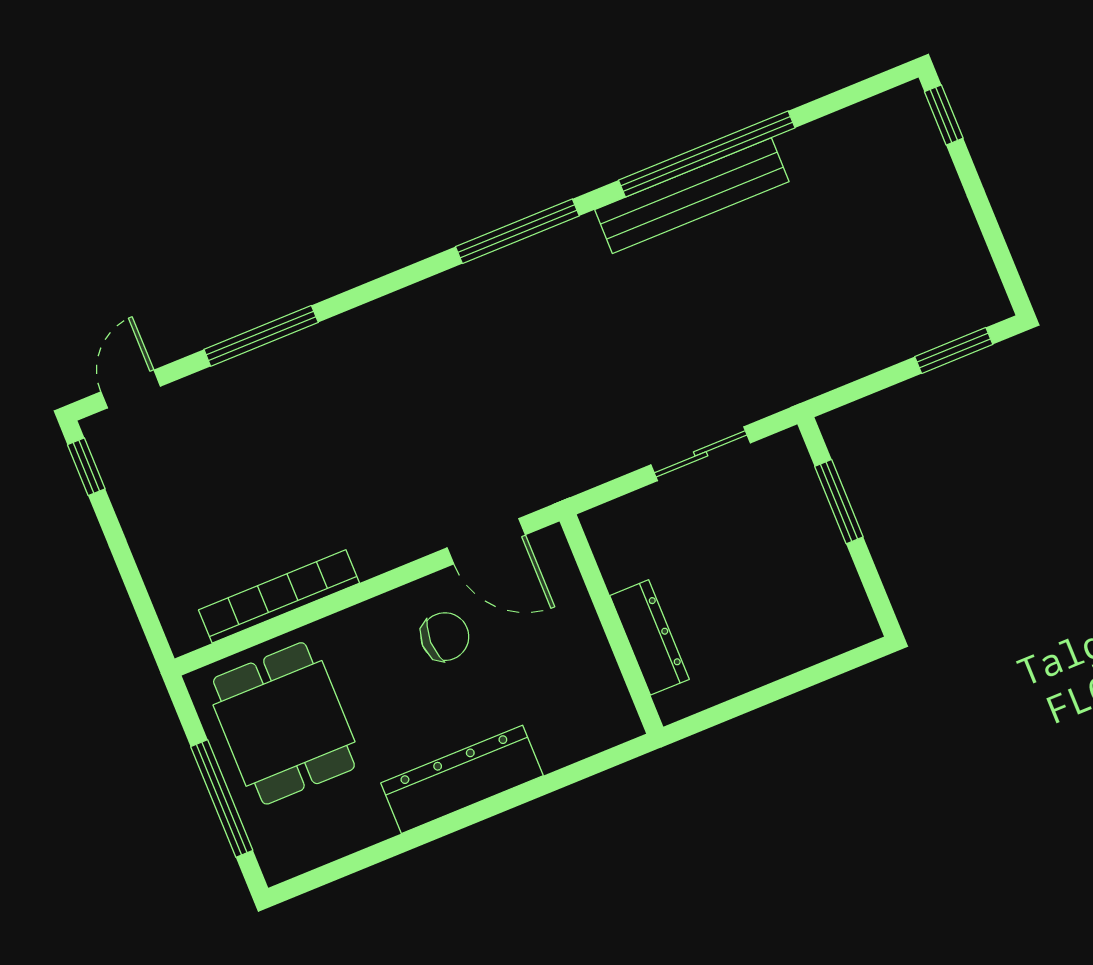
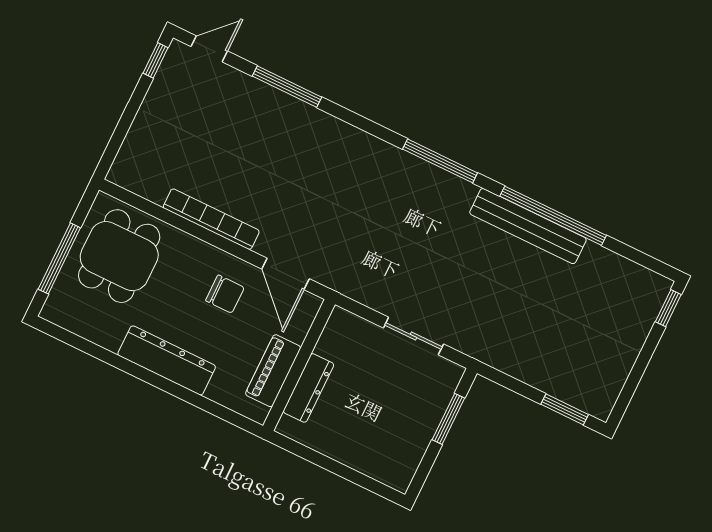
bookcase: (279, 596) -> (211, 219), moved
piano: (590, 661) -> (273, 371), added

